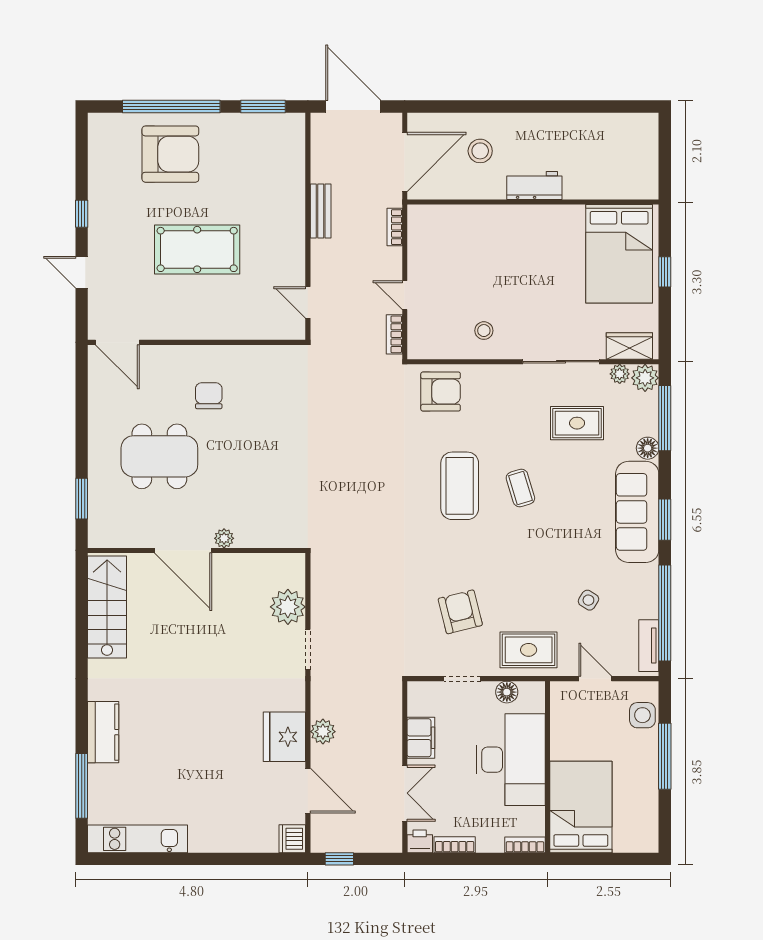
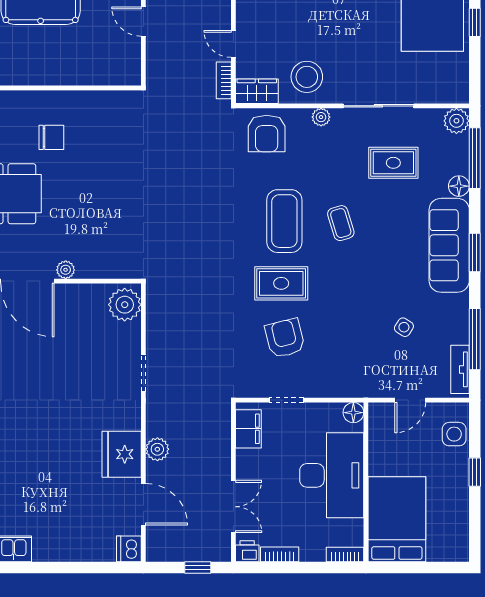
door: (308, 302) -> (143, 22), moved
stool: (484, 331) -> (307, 77), width x1.89, depth x1.89
wardrobe: (629, 346) -> (257, 91), moved
plant: (620, 374) -> (321, 117), moved
armchair: (441, 392) -> (267, 134), turned 90
chair: (209, 396) -> (51, 137), turned 90
plant: (288, 607) -> (125, 305), moved
window: (665, 613) -> (475, 339), width x0.68
rug: (529, 650) -> (281, 283), moved
door: (595, 679) -> (410, 400), swing flipped
floor lamp: (507, 692) -> (353, 413), moved
filing cabinet: (421, 738) -> (248, 429), moved
window: (665, 756) -> (475, 472), width x0.46
window: (339, 859) -> (198, 568), moved

